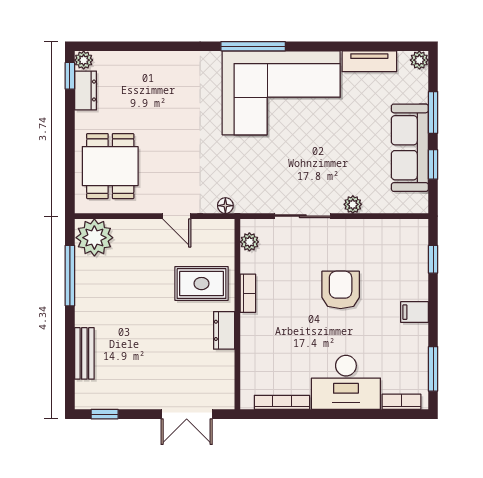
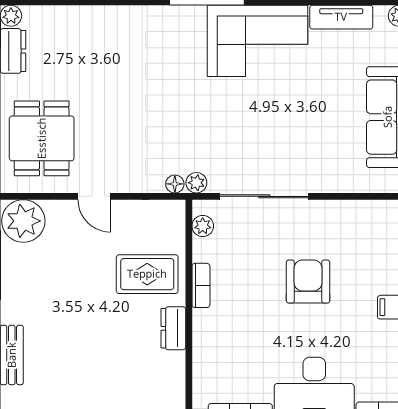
corner sofa: (281, 93) -> (257, 41), width x0.73, depth x0.74
plant: (353, 204) -> (196, 183), moved
door: (177, 216) -> (94, 196), moved
sliding door: (303, 216) -> (264, 196), width x1.37

